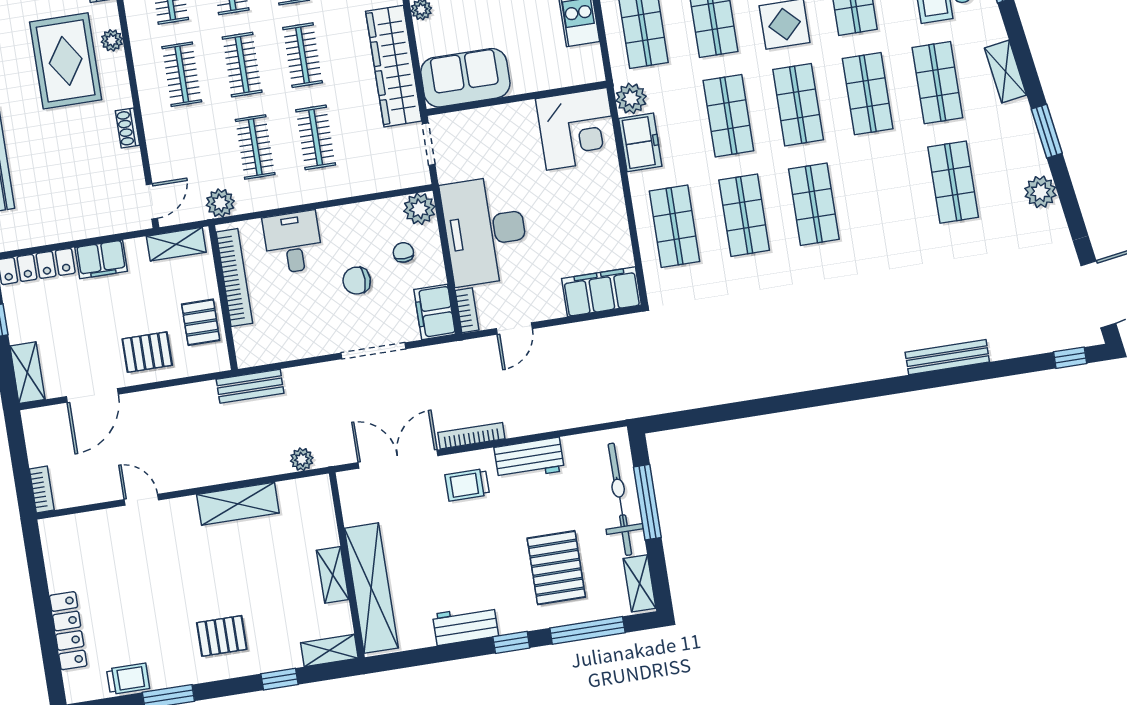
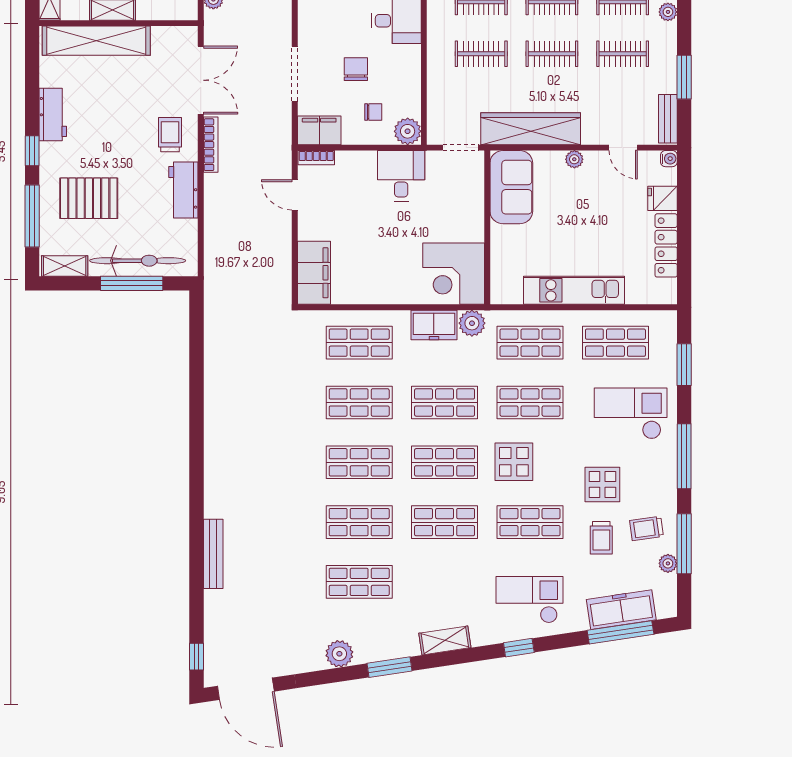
shop shelf: (937, 83) -> (359, 522), moved
desk: (485, 231) -> (401, 176), width x0.53, depth x0.77

